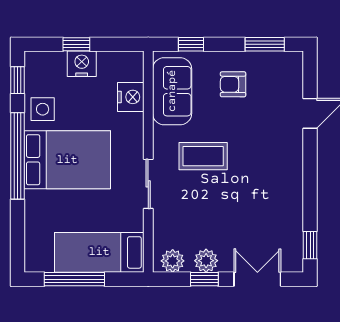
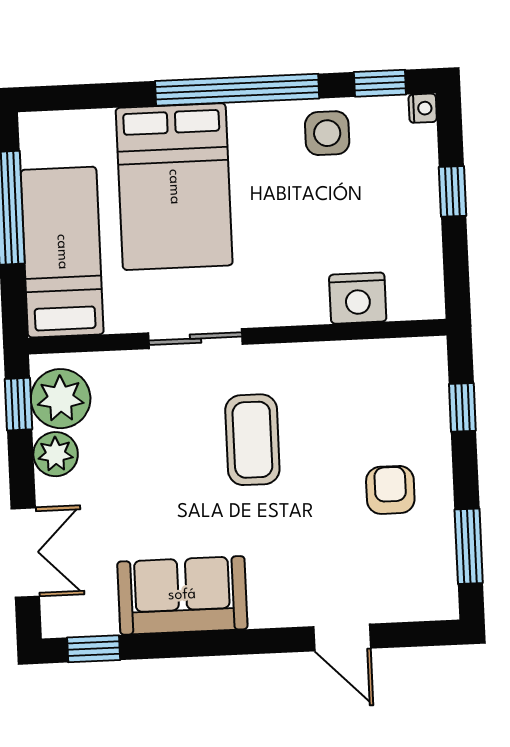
nightstand: (82, 64) -> (423, 108), moved, width x0.53, depth x0.56
sofa: (172, 91) -> (182, 595), moved, turned 180
bed: (67, 160) -> (174, 187), moved
plant: (173, 261) -> (61, 399), width x1.36, depth x1.36
window: (204, 279) -> (19, 404), moved

